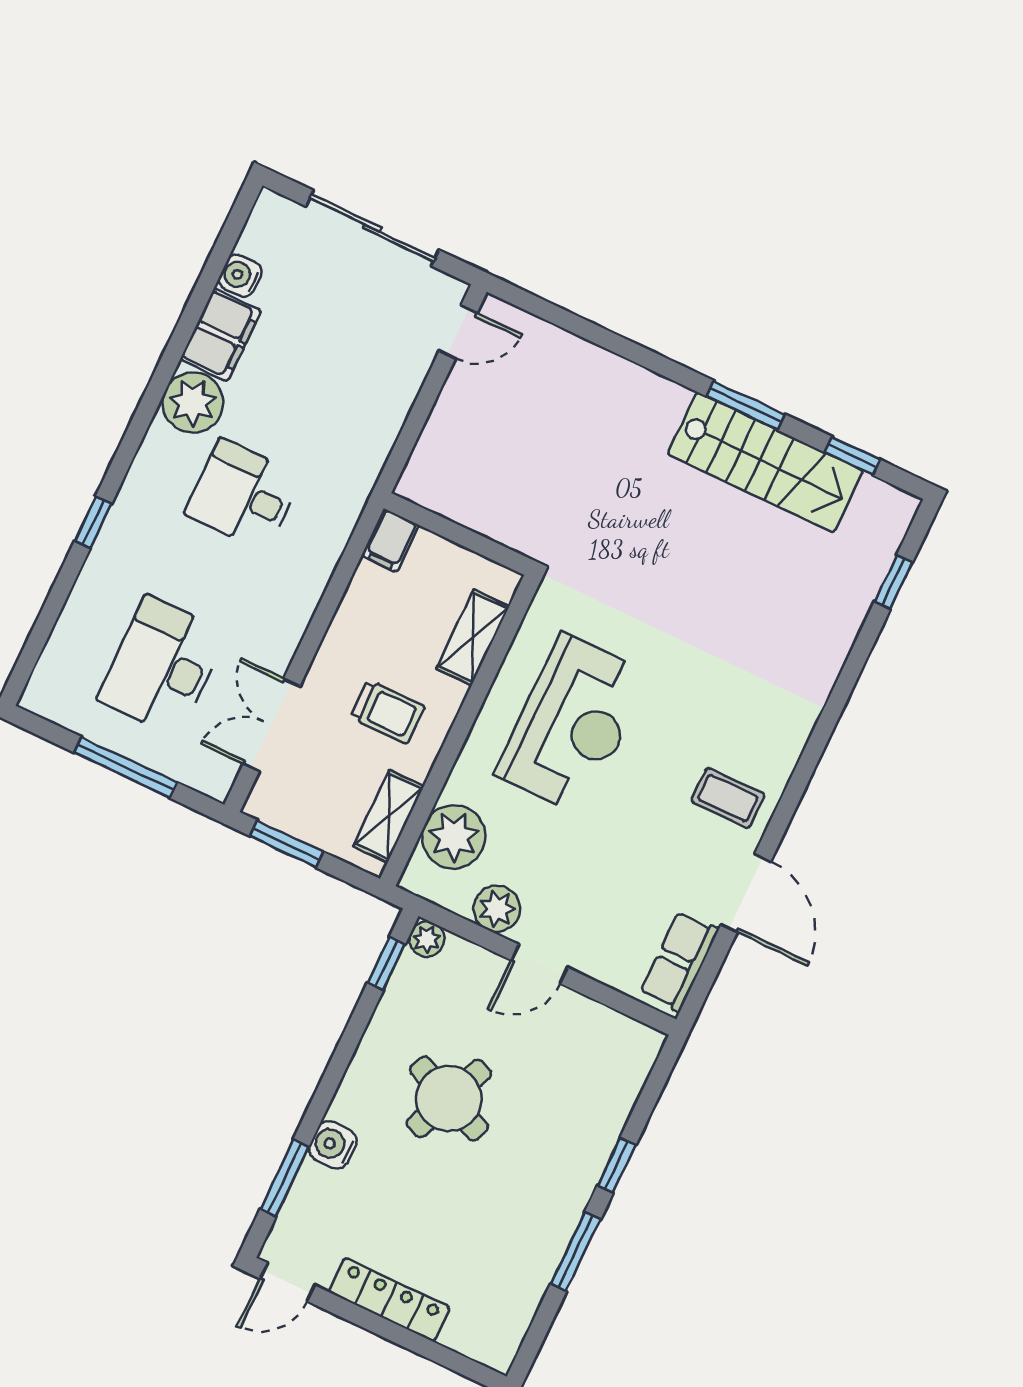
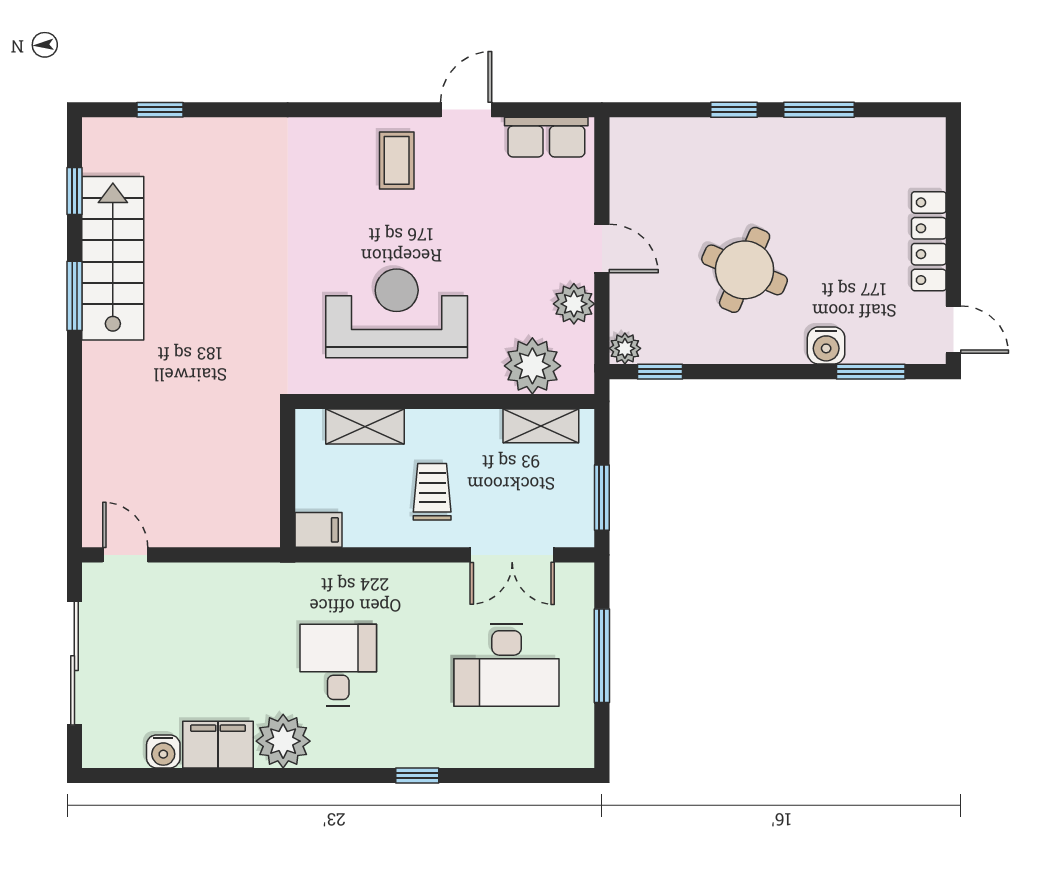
desk: (243, 495) -> (338, 665), turned 180
trolley: (388, 712) -> (432, 492), moved
door: (746, 893) -> (466, 110), width x0.73

